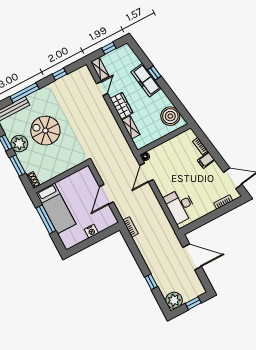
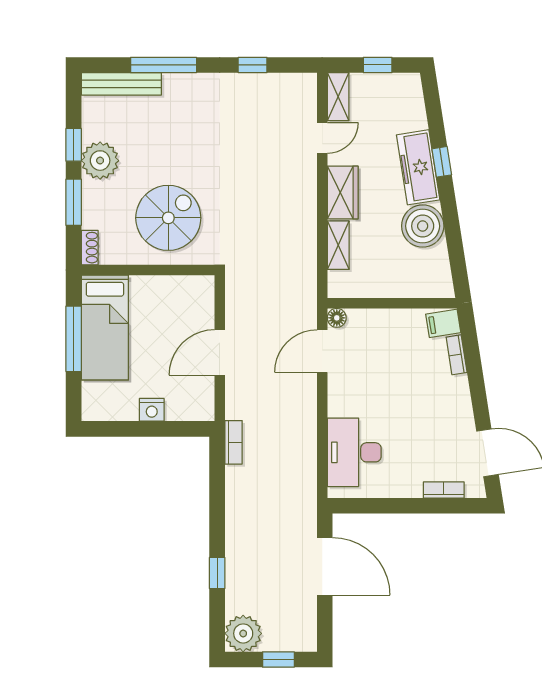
boiler: (170, 116) -> (423, 226), moved
spiral stairs: (45, 131) -> (168, 218), moved, turned 90
filing cabinet: (206, 160) -> (443, 323), moved

